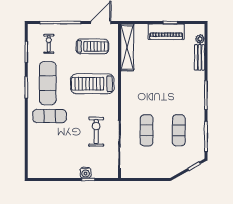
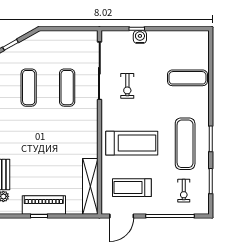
exercise mat: (50, 116) -> (187, 78), moved
exercise bike: (96, 132) -> (127, 86), width x0.73, depth x0.72

